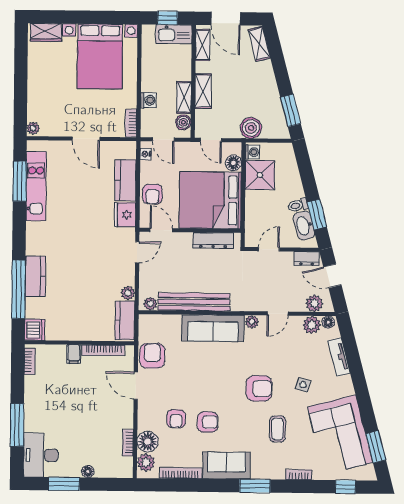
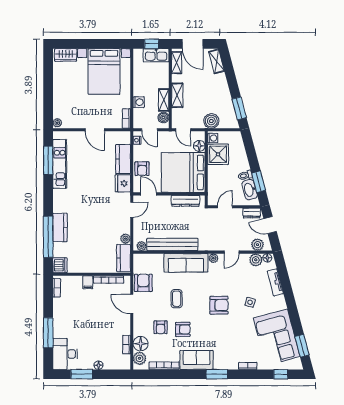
coffee table: (277, 429) -> (177, 299), moved

